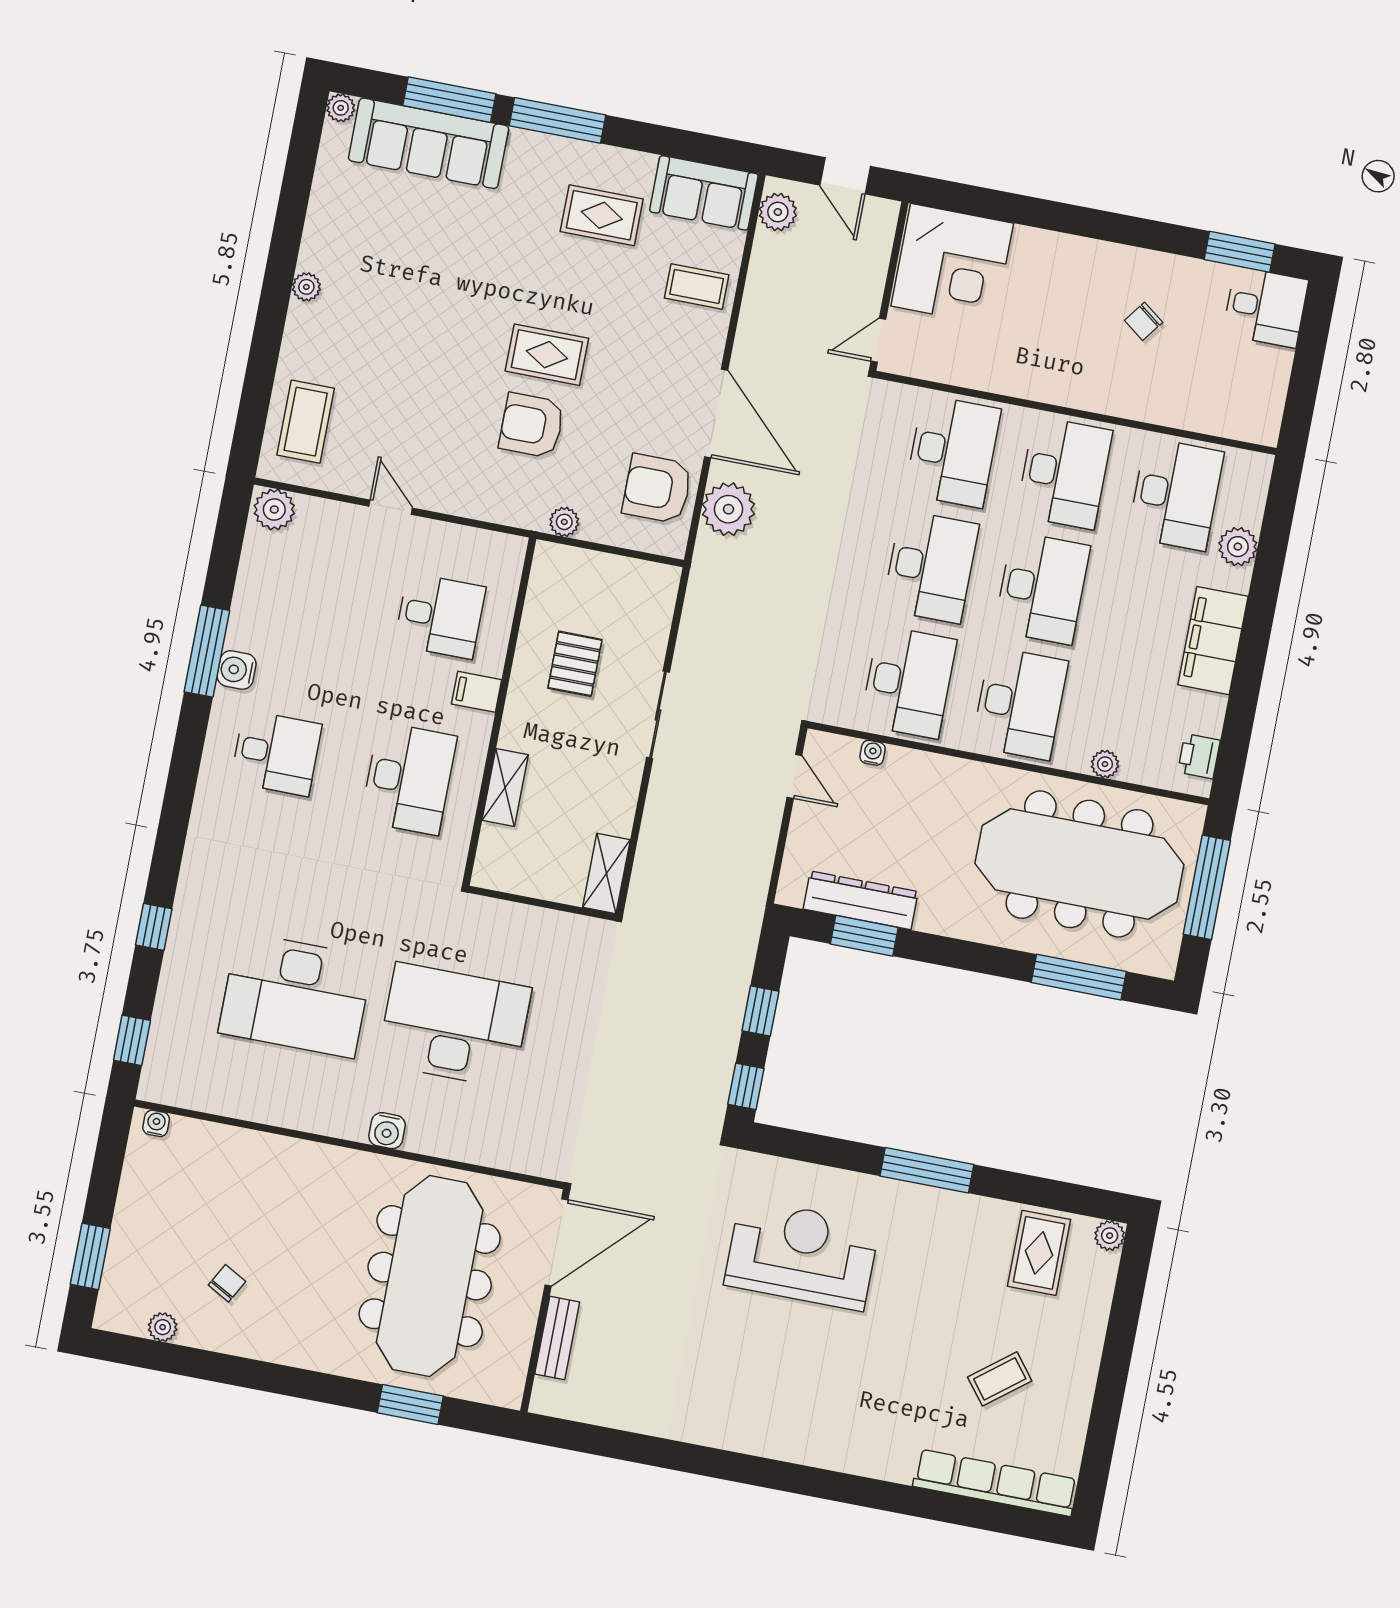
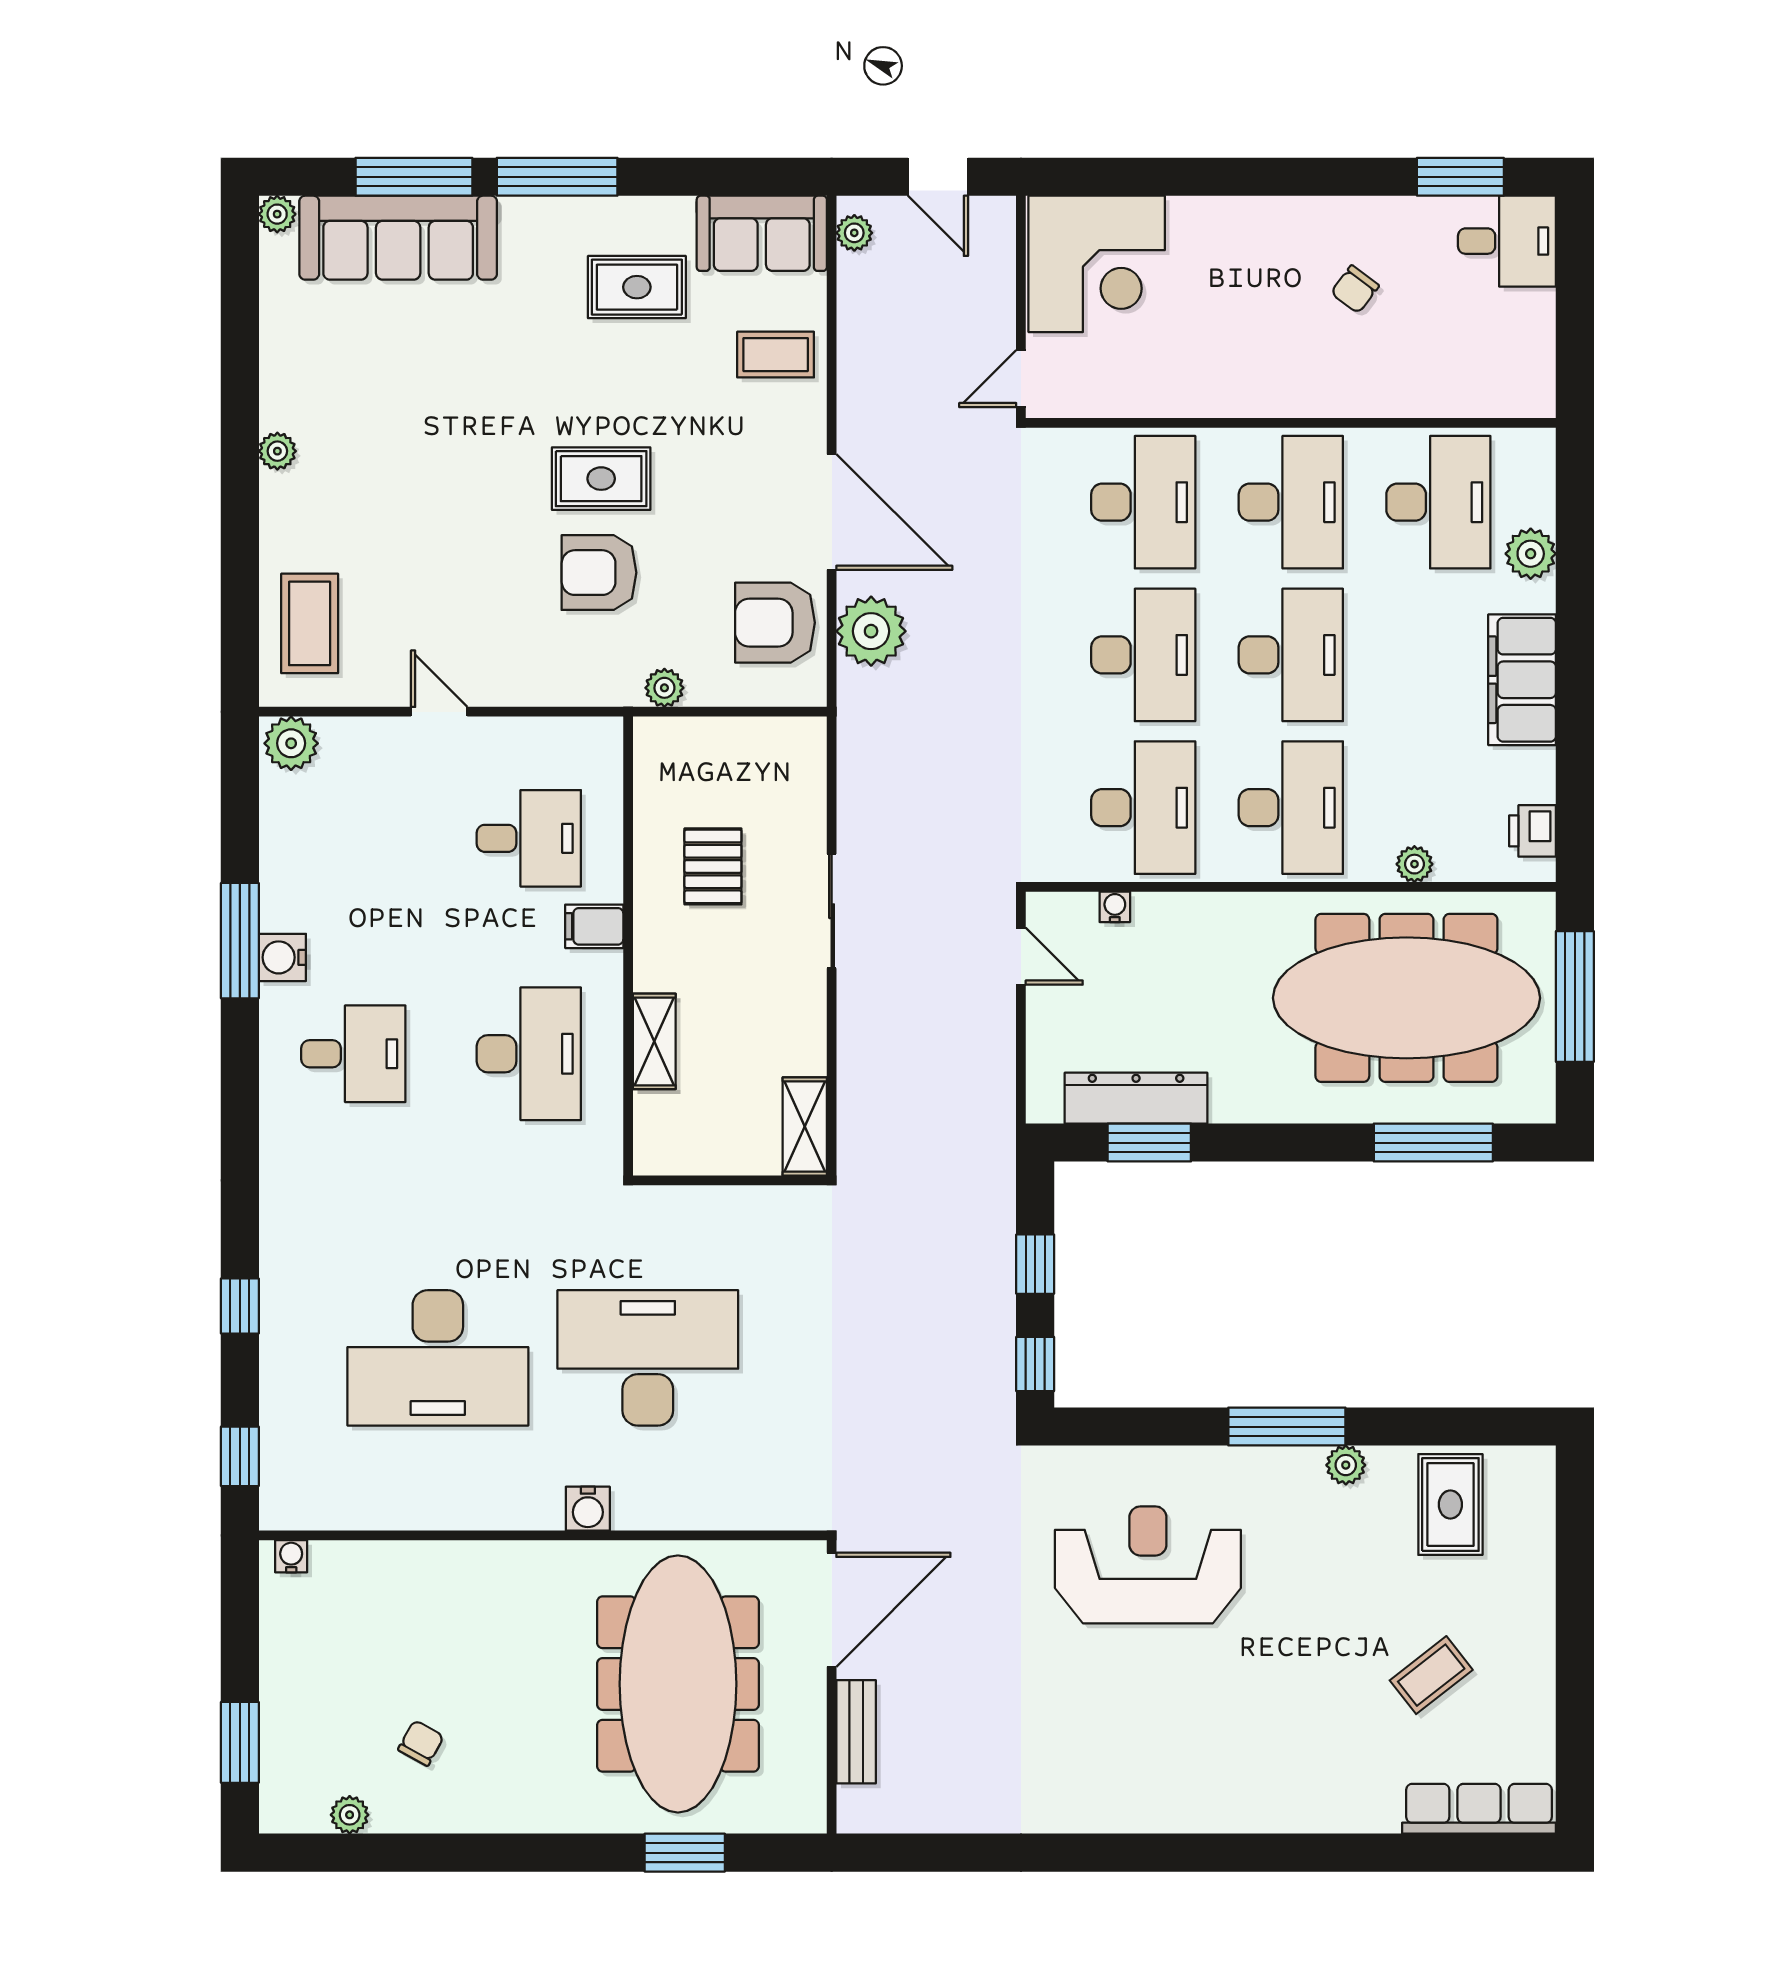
plant: (778, 212) -> (854, 233), width x0.73, depth x0.73
plant: (1110, 1236) -> (1346, 1465), moved
row of seats: (995, 1483) -> (1479, 1809), width x0.73

